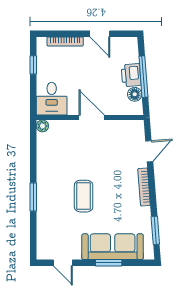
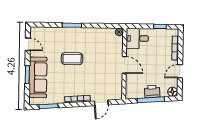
floor lamp: (135, 94) -> (172, 92), moved
door: (92, 118) -> (124, 65), hinge flipped
door: (149, 151) -> (101, 103), hinge flipped
door: (63, 263) -> (28, 44), swing flipped

